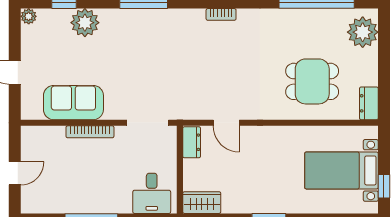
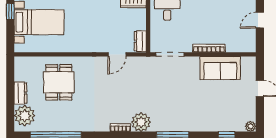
plant: (85, 23) -> (141, 122), moved
dining table: (312, 81) -> (59, 82), turned 90
dresser: (369, 103) -> (20, 93), moved
door: (226, 123) -> (117, 54), swing flipped

